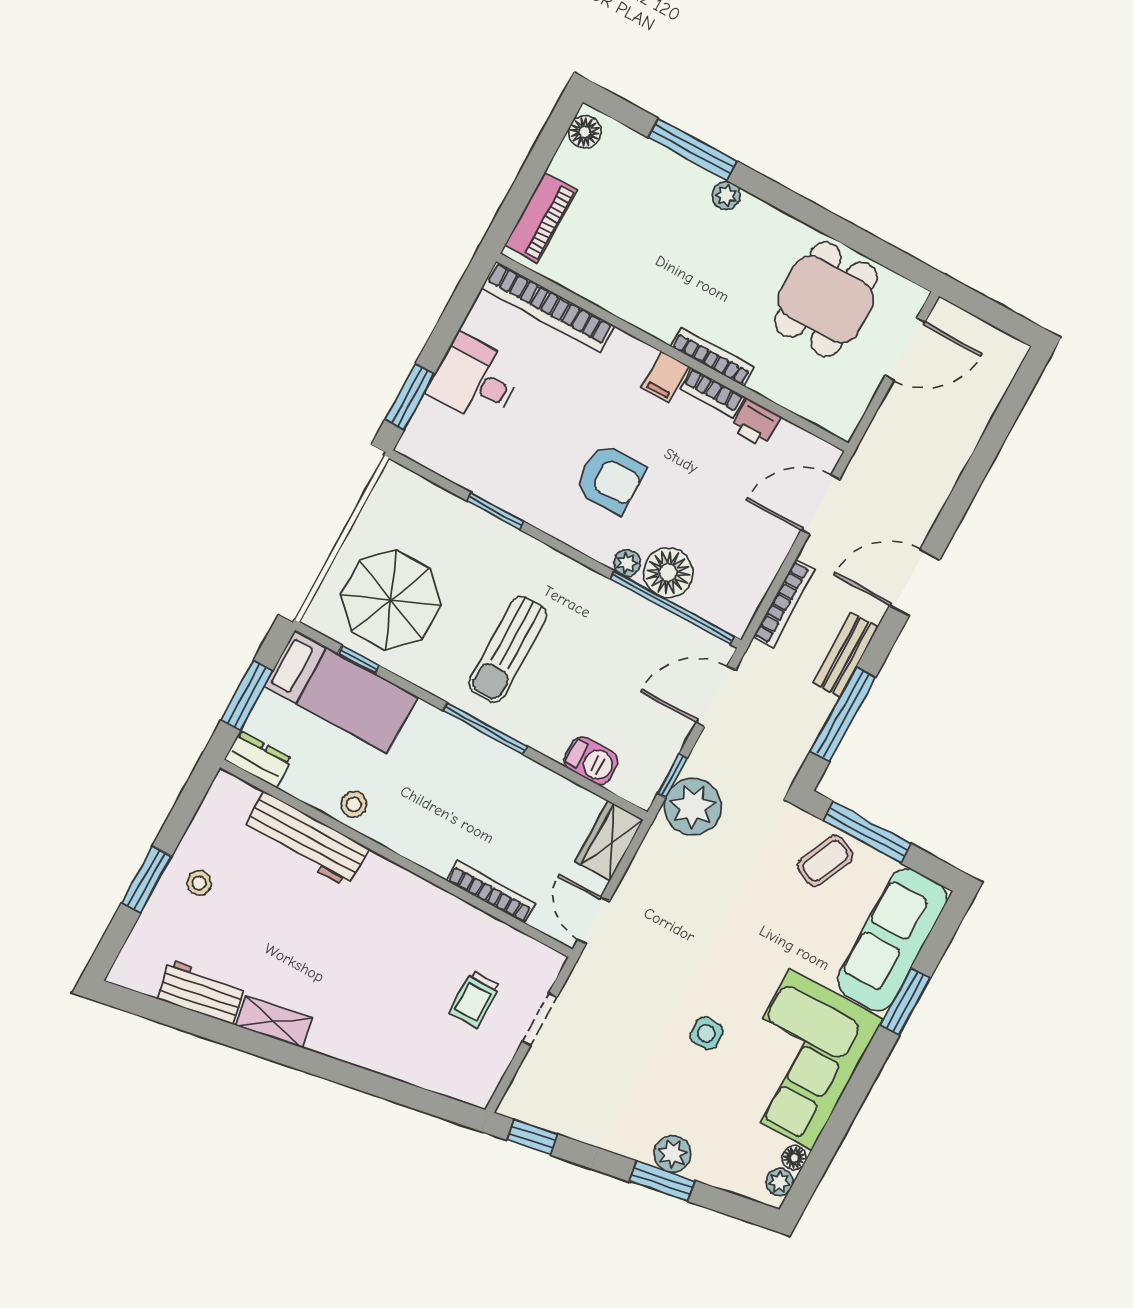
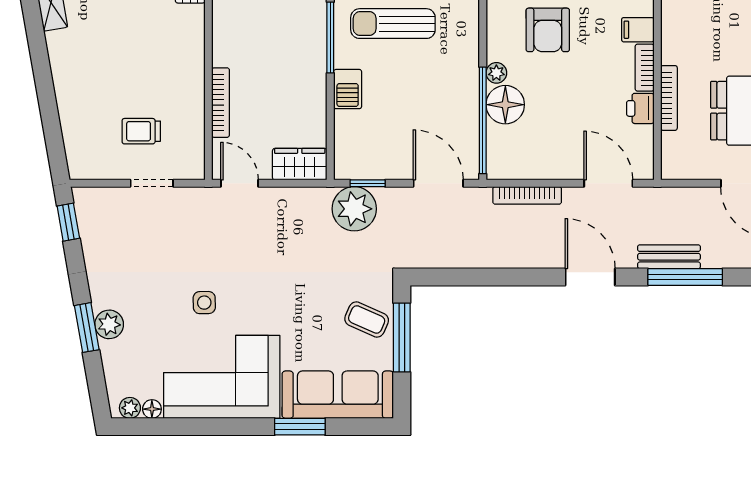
bookcase: (712, 357) -> (669, 98), moved
bench: (846, 655) -> (669, 257), moved
window: (843, 714) -> (685, 277), moved
barbecue: (591, 761) -> (348, 89), moved
door: (594, 920) -> (240, 183), hinge flipped

